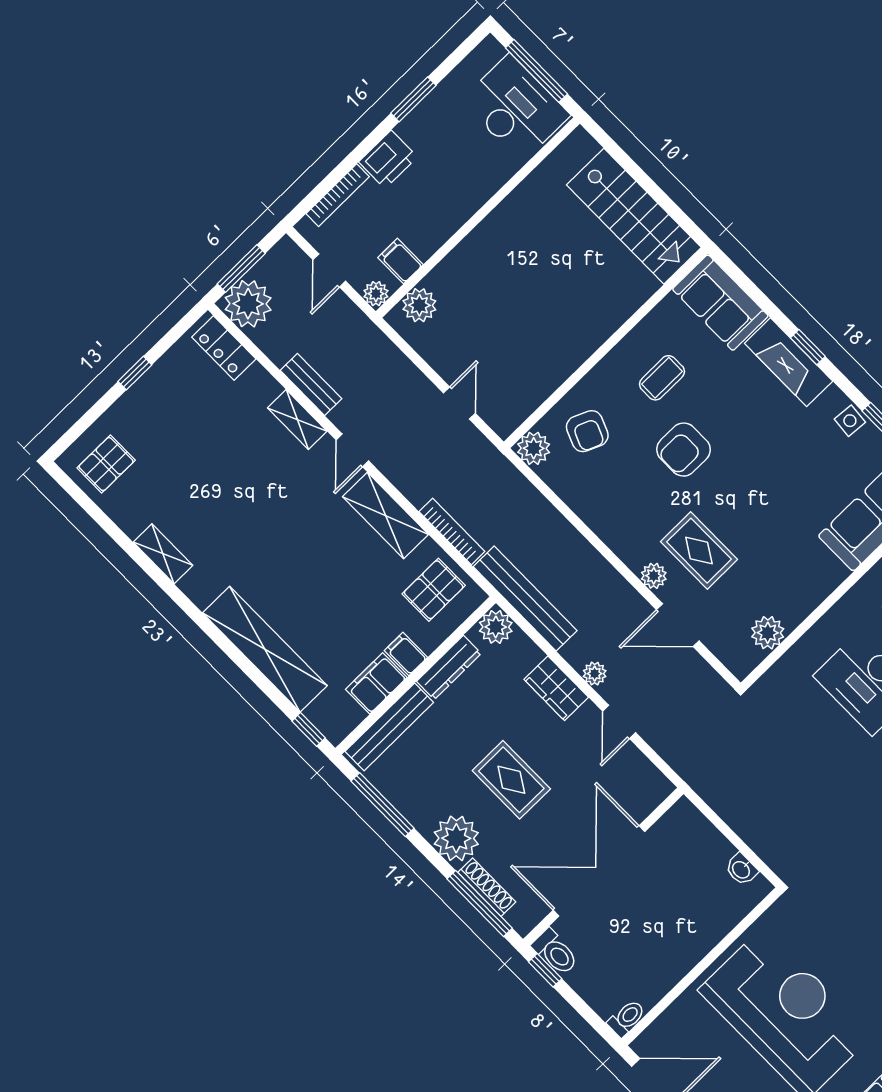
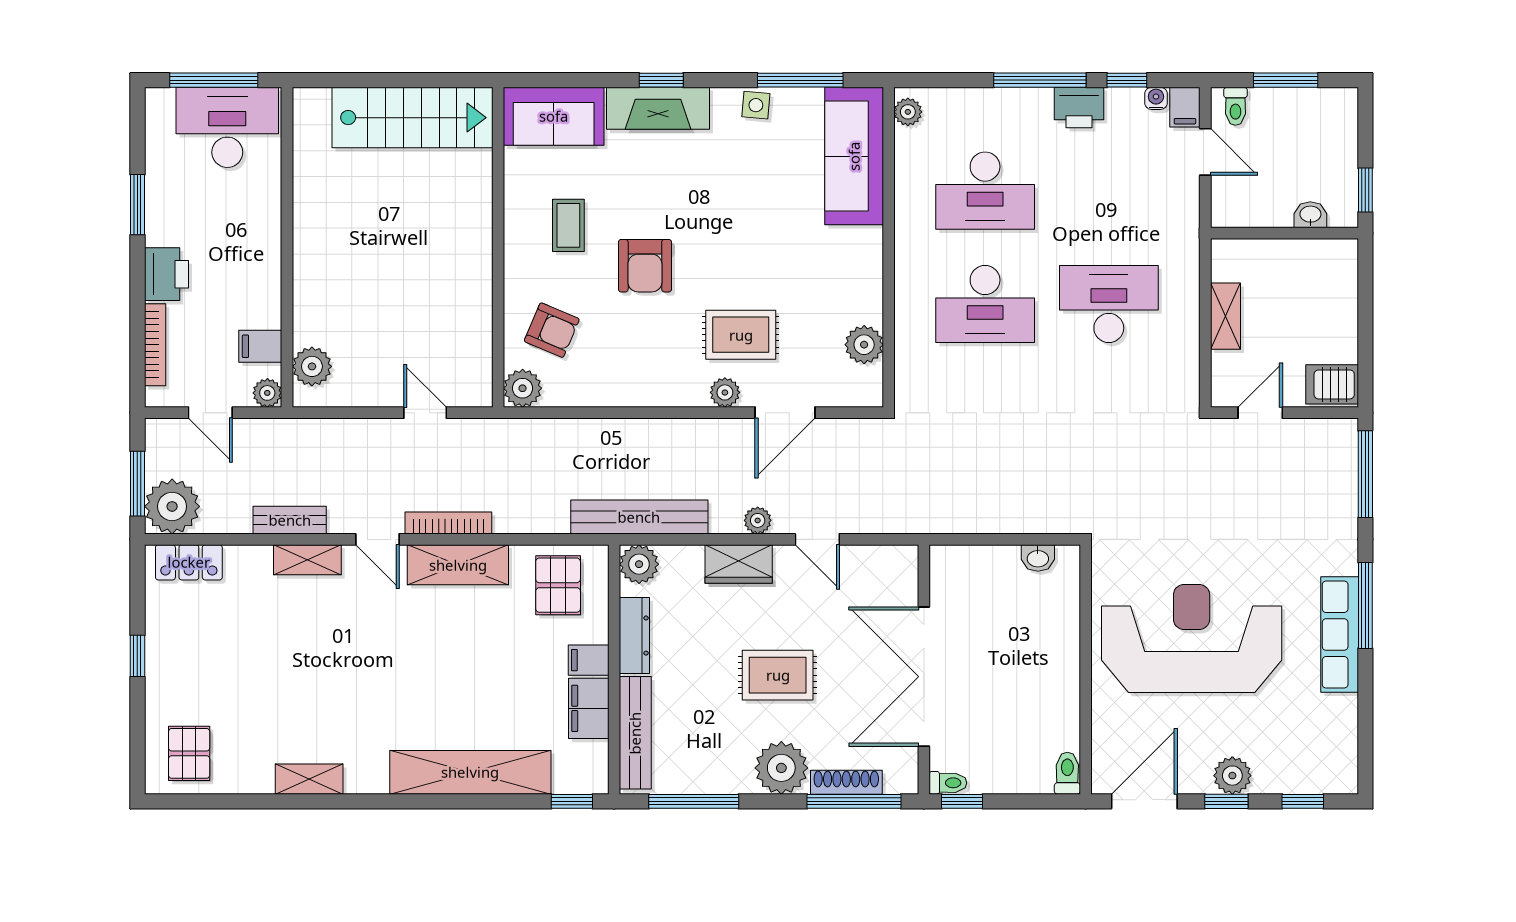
bookcase: (452, 532) -> (448, 523), moved
toilet: (555, 952) -> (948, 783), width x0.73, depth x0.72

